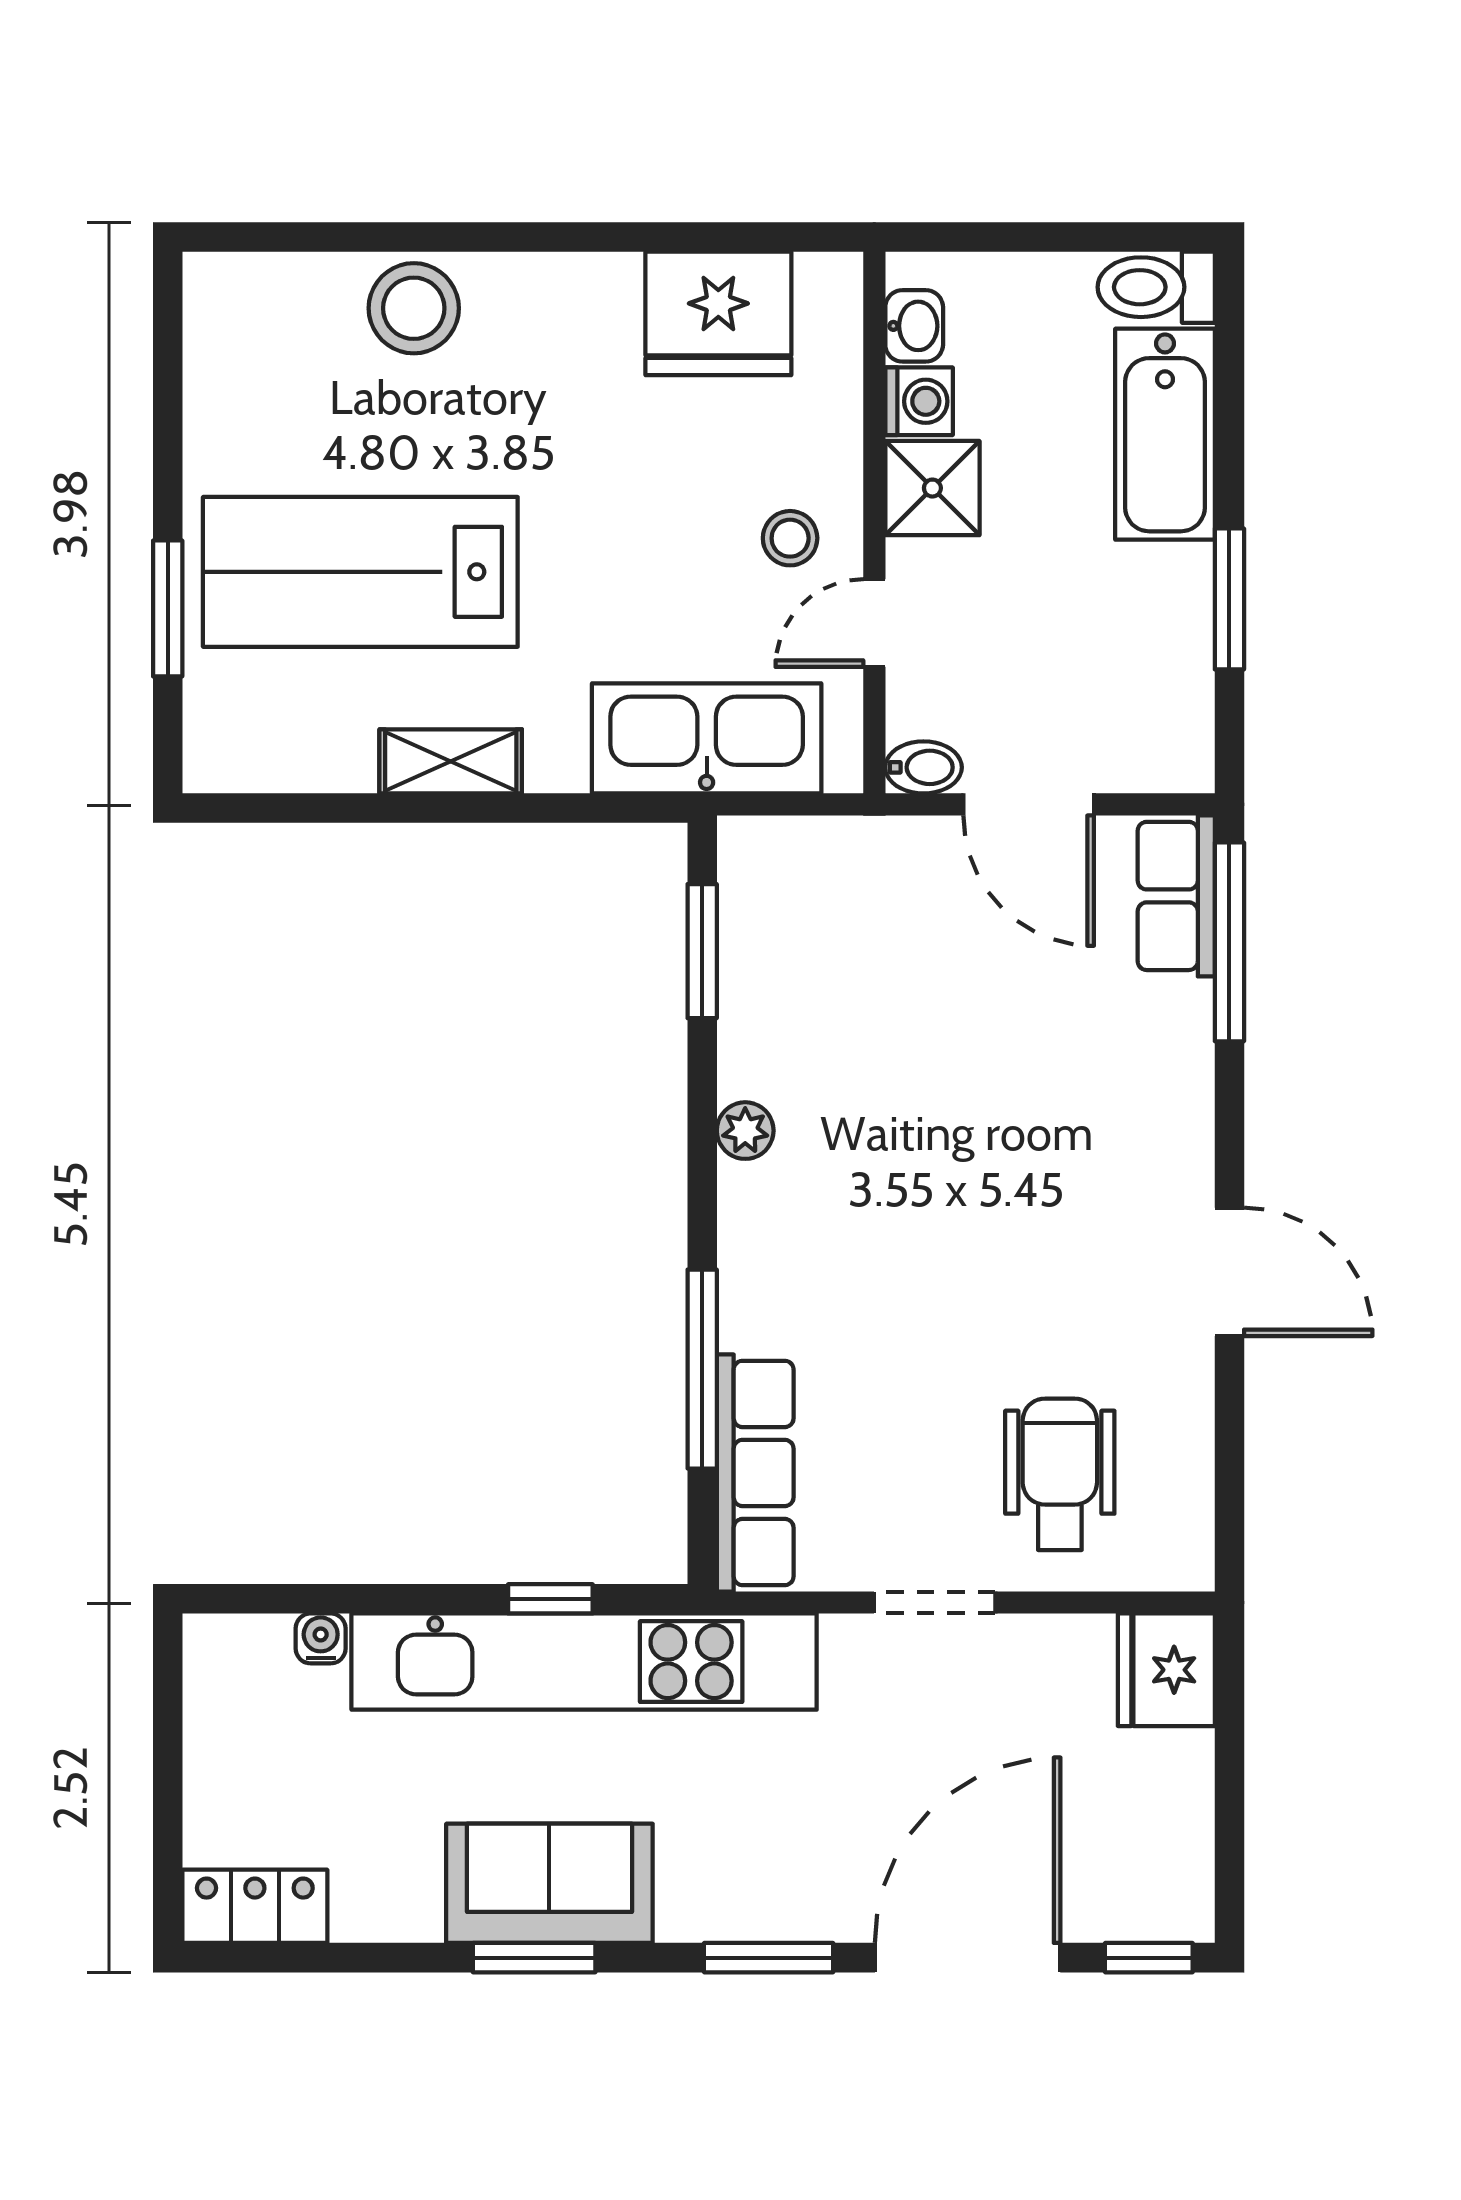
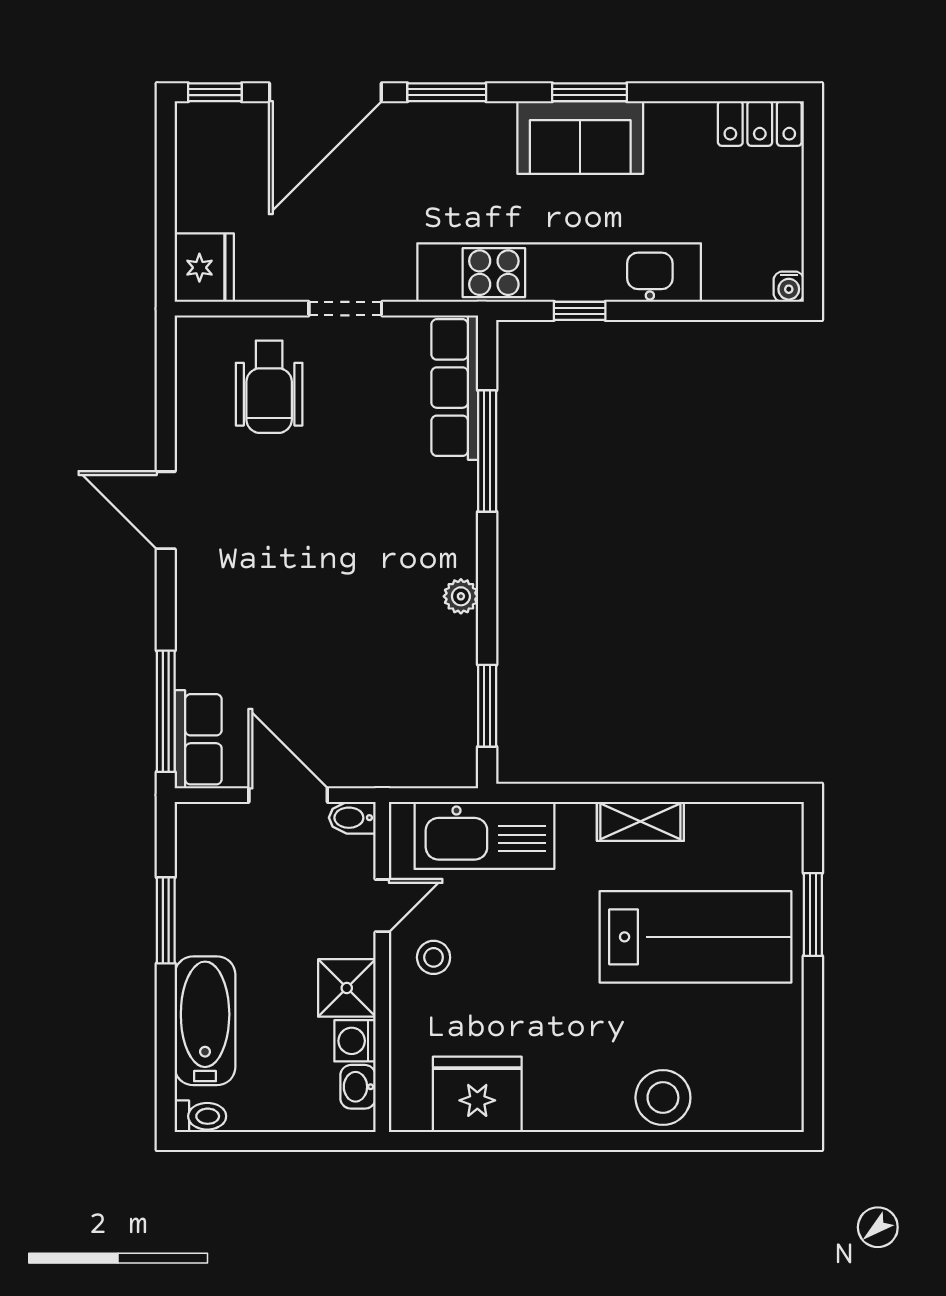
toilet: (1156, 287) -> (200, 1116), width x0.73, depth x0.72
water cooler: (321, 1638) -> (789, 287), moved

